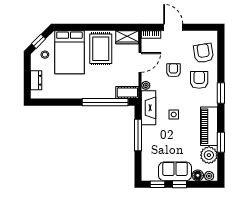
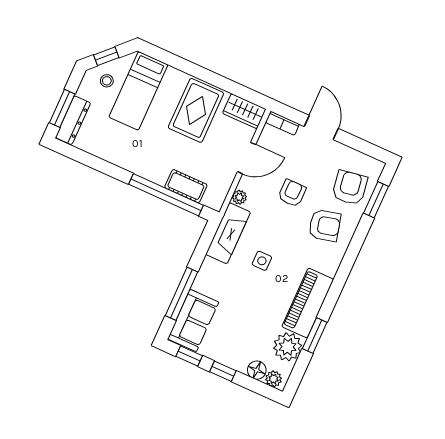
bed: (69, 52) -> (138, 91), width x0.67
dresser: (36, 80) -> (73, 120), width x1.44
armchair: (199, 80) -> (325, 225), turned 76
window: (27, 81) -> (62, 108), added
cot: (127, 93) -> (186, 186), moved
window: (221, 93) -> (376, 200), moved
window: (138, 135) -> (182, 294), moved
sofa: (175, 171) -> (193, 321), moved, turned 90

